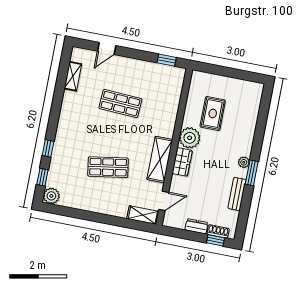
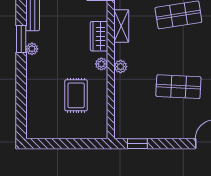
plant: (168, 131) -> (121, 67), added
plant: (190, 138) -> (101, 64), width x0.53, depth x0.53
shelving: (160, 159) -> (121, 26), width x0.67, depth x0.75

